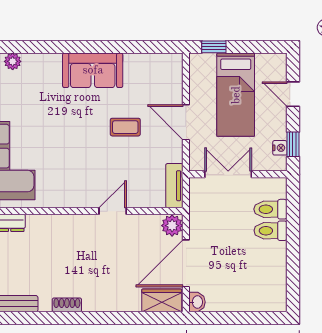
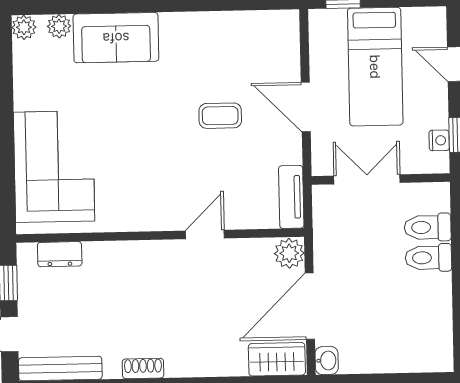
sofa: (93, 70) -> (116, 38), moved

